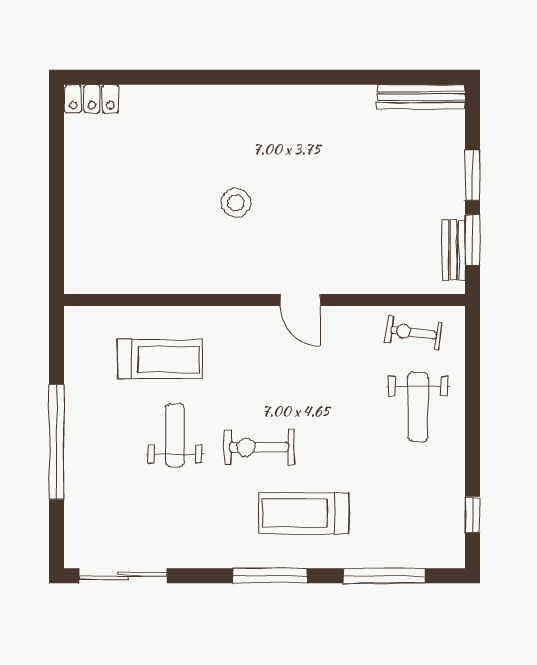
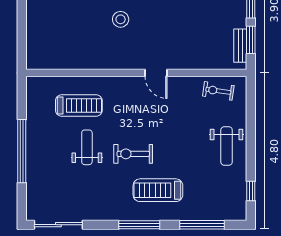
weight bench: (418, 407) -> (227, 146), moved

